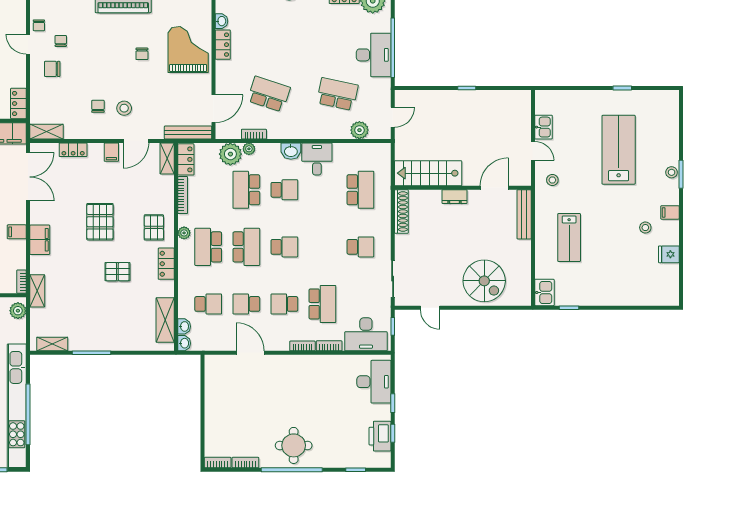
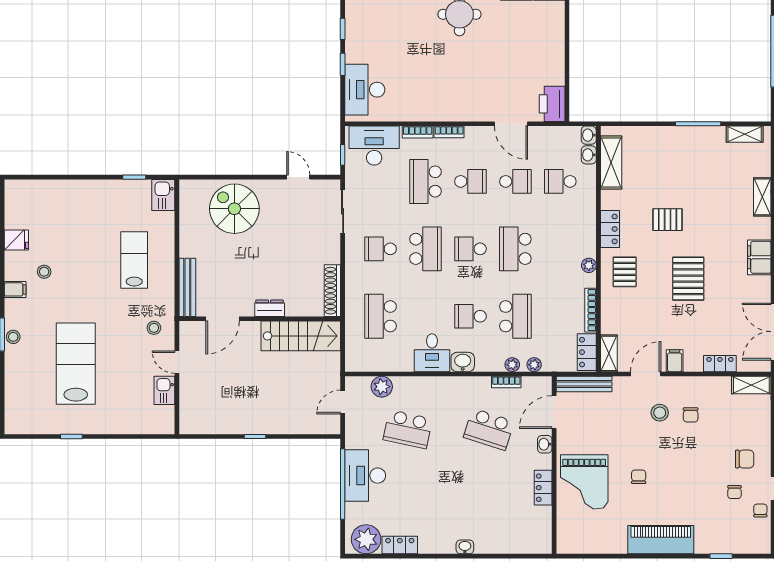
washbasin: (221, 21) -> (545, 444), moved
lab bench: (619, 150) -> (76, 364), turned 180
plant: (230, 154) -> (534, 365), width x0.53, depth x0.53
school desk: (208, 247) -> (425, 249), moved
printer: (380, 436) -> (552, 104), moved, turned 180

